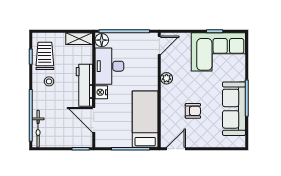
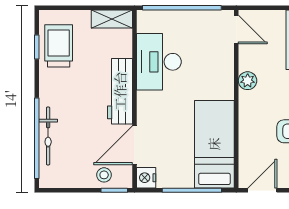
floor lamp: (102, 40) -> (147, 21), removed
door: (159, 45) -> (236, 29), hinge flipped
stool: (49, 81) -> (104, 175), moved
nightstand: (101, 92) -> (146, 178), moved
door: (94, 120) -> (134, 145), hinge flipped
bicycle: (38, 129) -> (48, 136), moved

